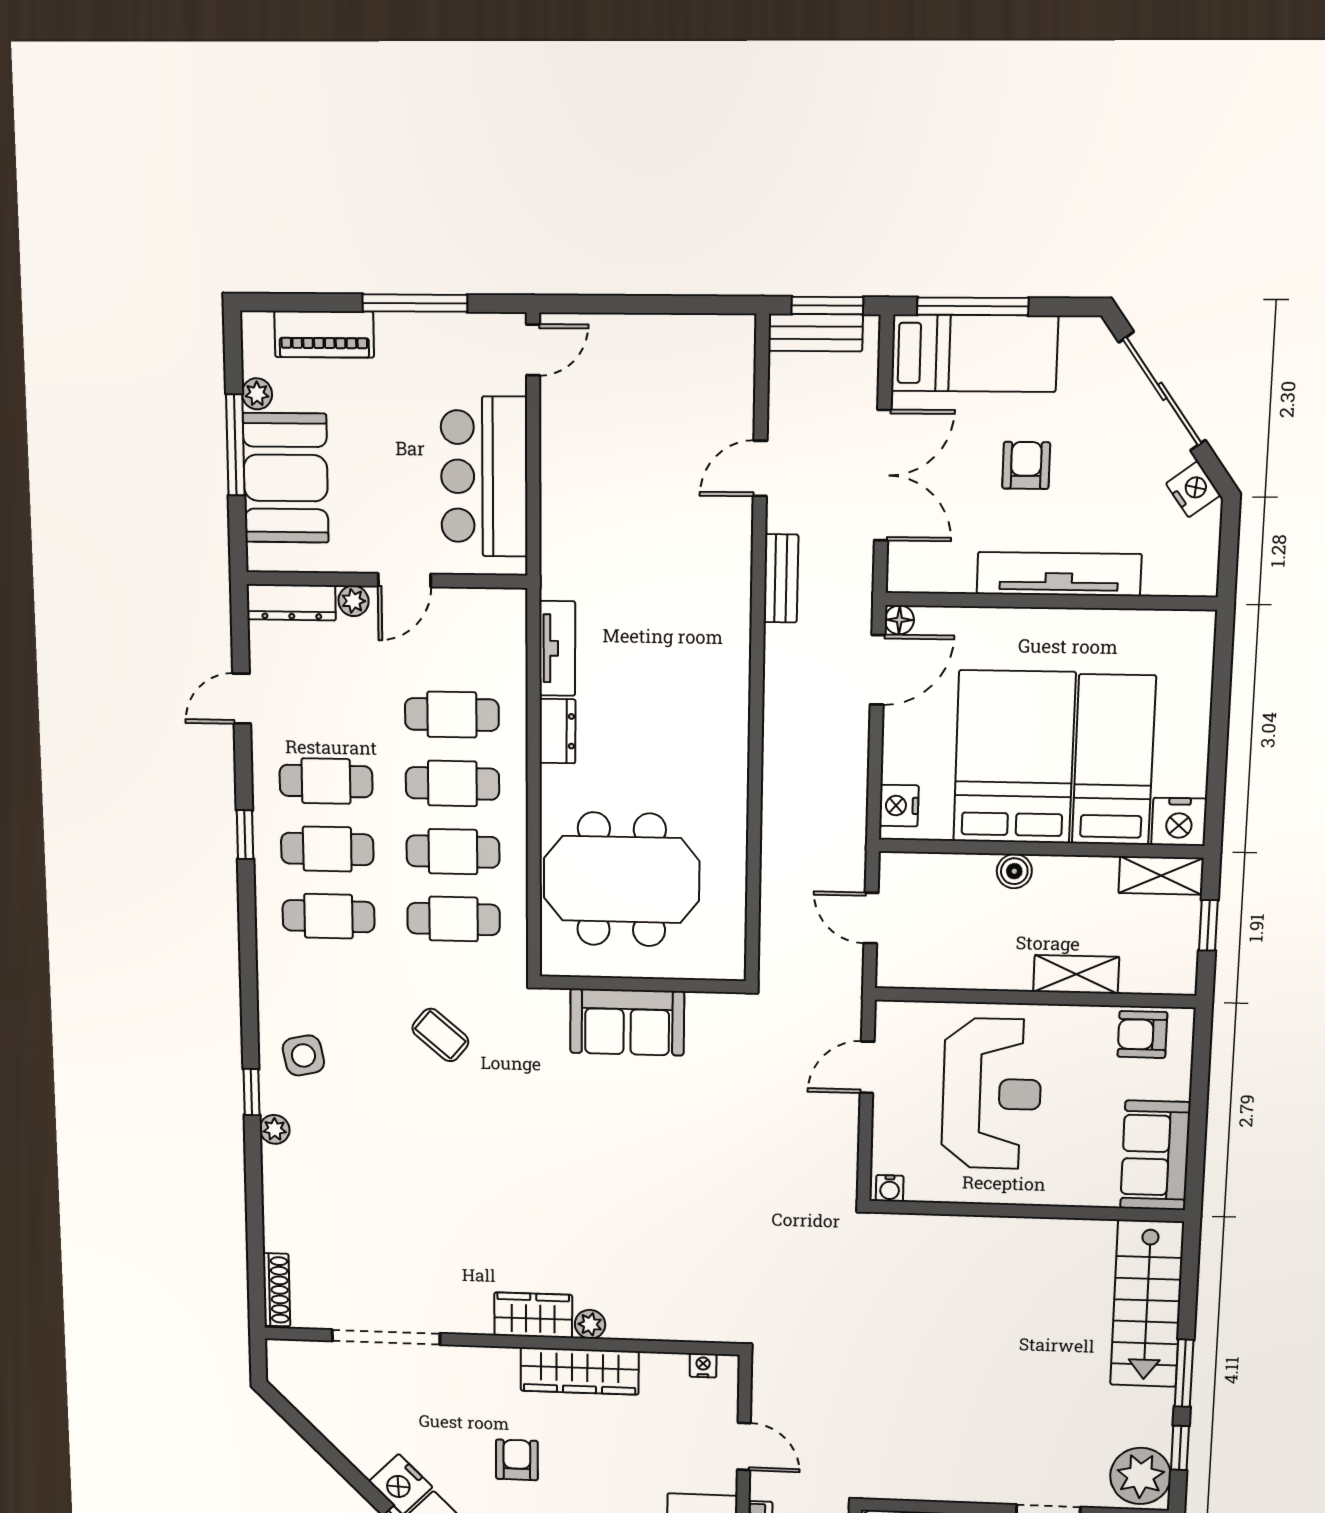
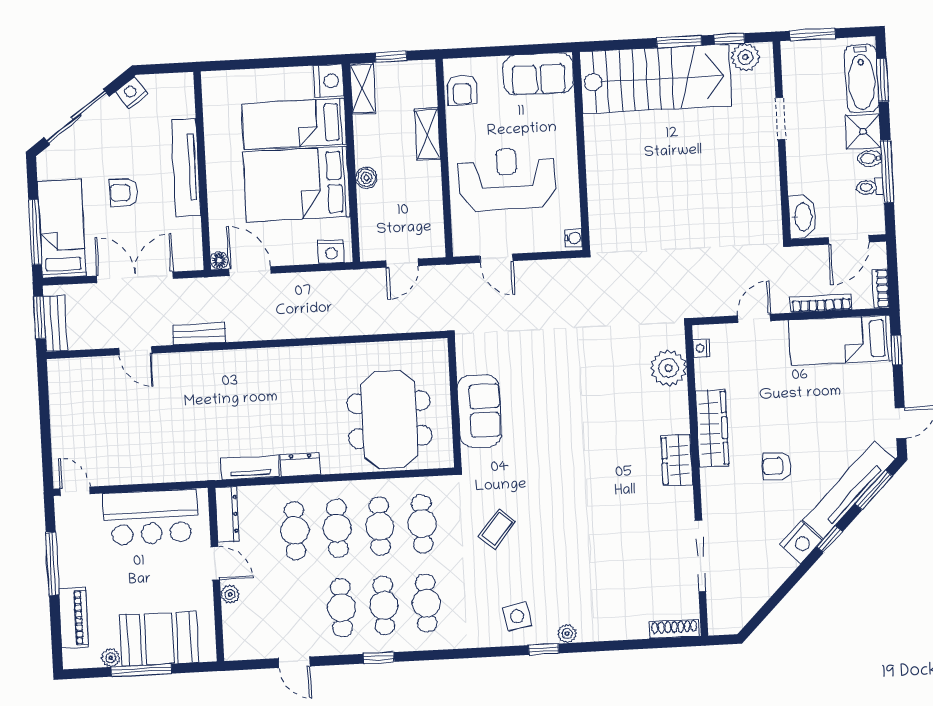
dresser: (292, 602) -> (227, 514), moved
stairs: (1147, 1304) -> (656, 79), width x1.36, depth x1.51
plant: (590, 1324) -> (668, 368), moved, width x1.88, depth x1.88
plant: (1141, 1476) -> (745, 57), width x0.73, depth x0.73

